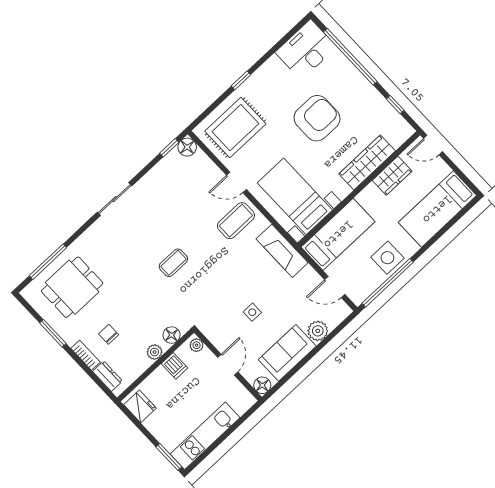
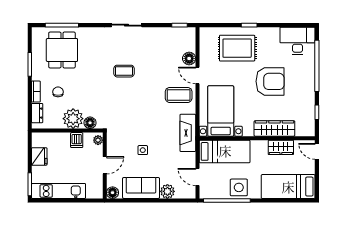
rug: (235, 128) -> (237, 48), moved
floor lamp: (187, 147) -> (189, 59), moved
coffee table: (173, 263) -> (124, 71), moved
dining table: (72, 287) -> (62, 50), turned 90
plant: (155, 352) -> (73, 119), width x1.87, depth x1.87
fridge: (140, 406) -> (39, 156), moved

